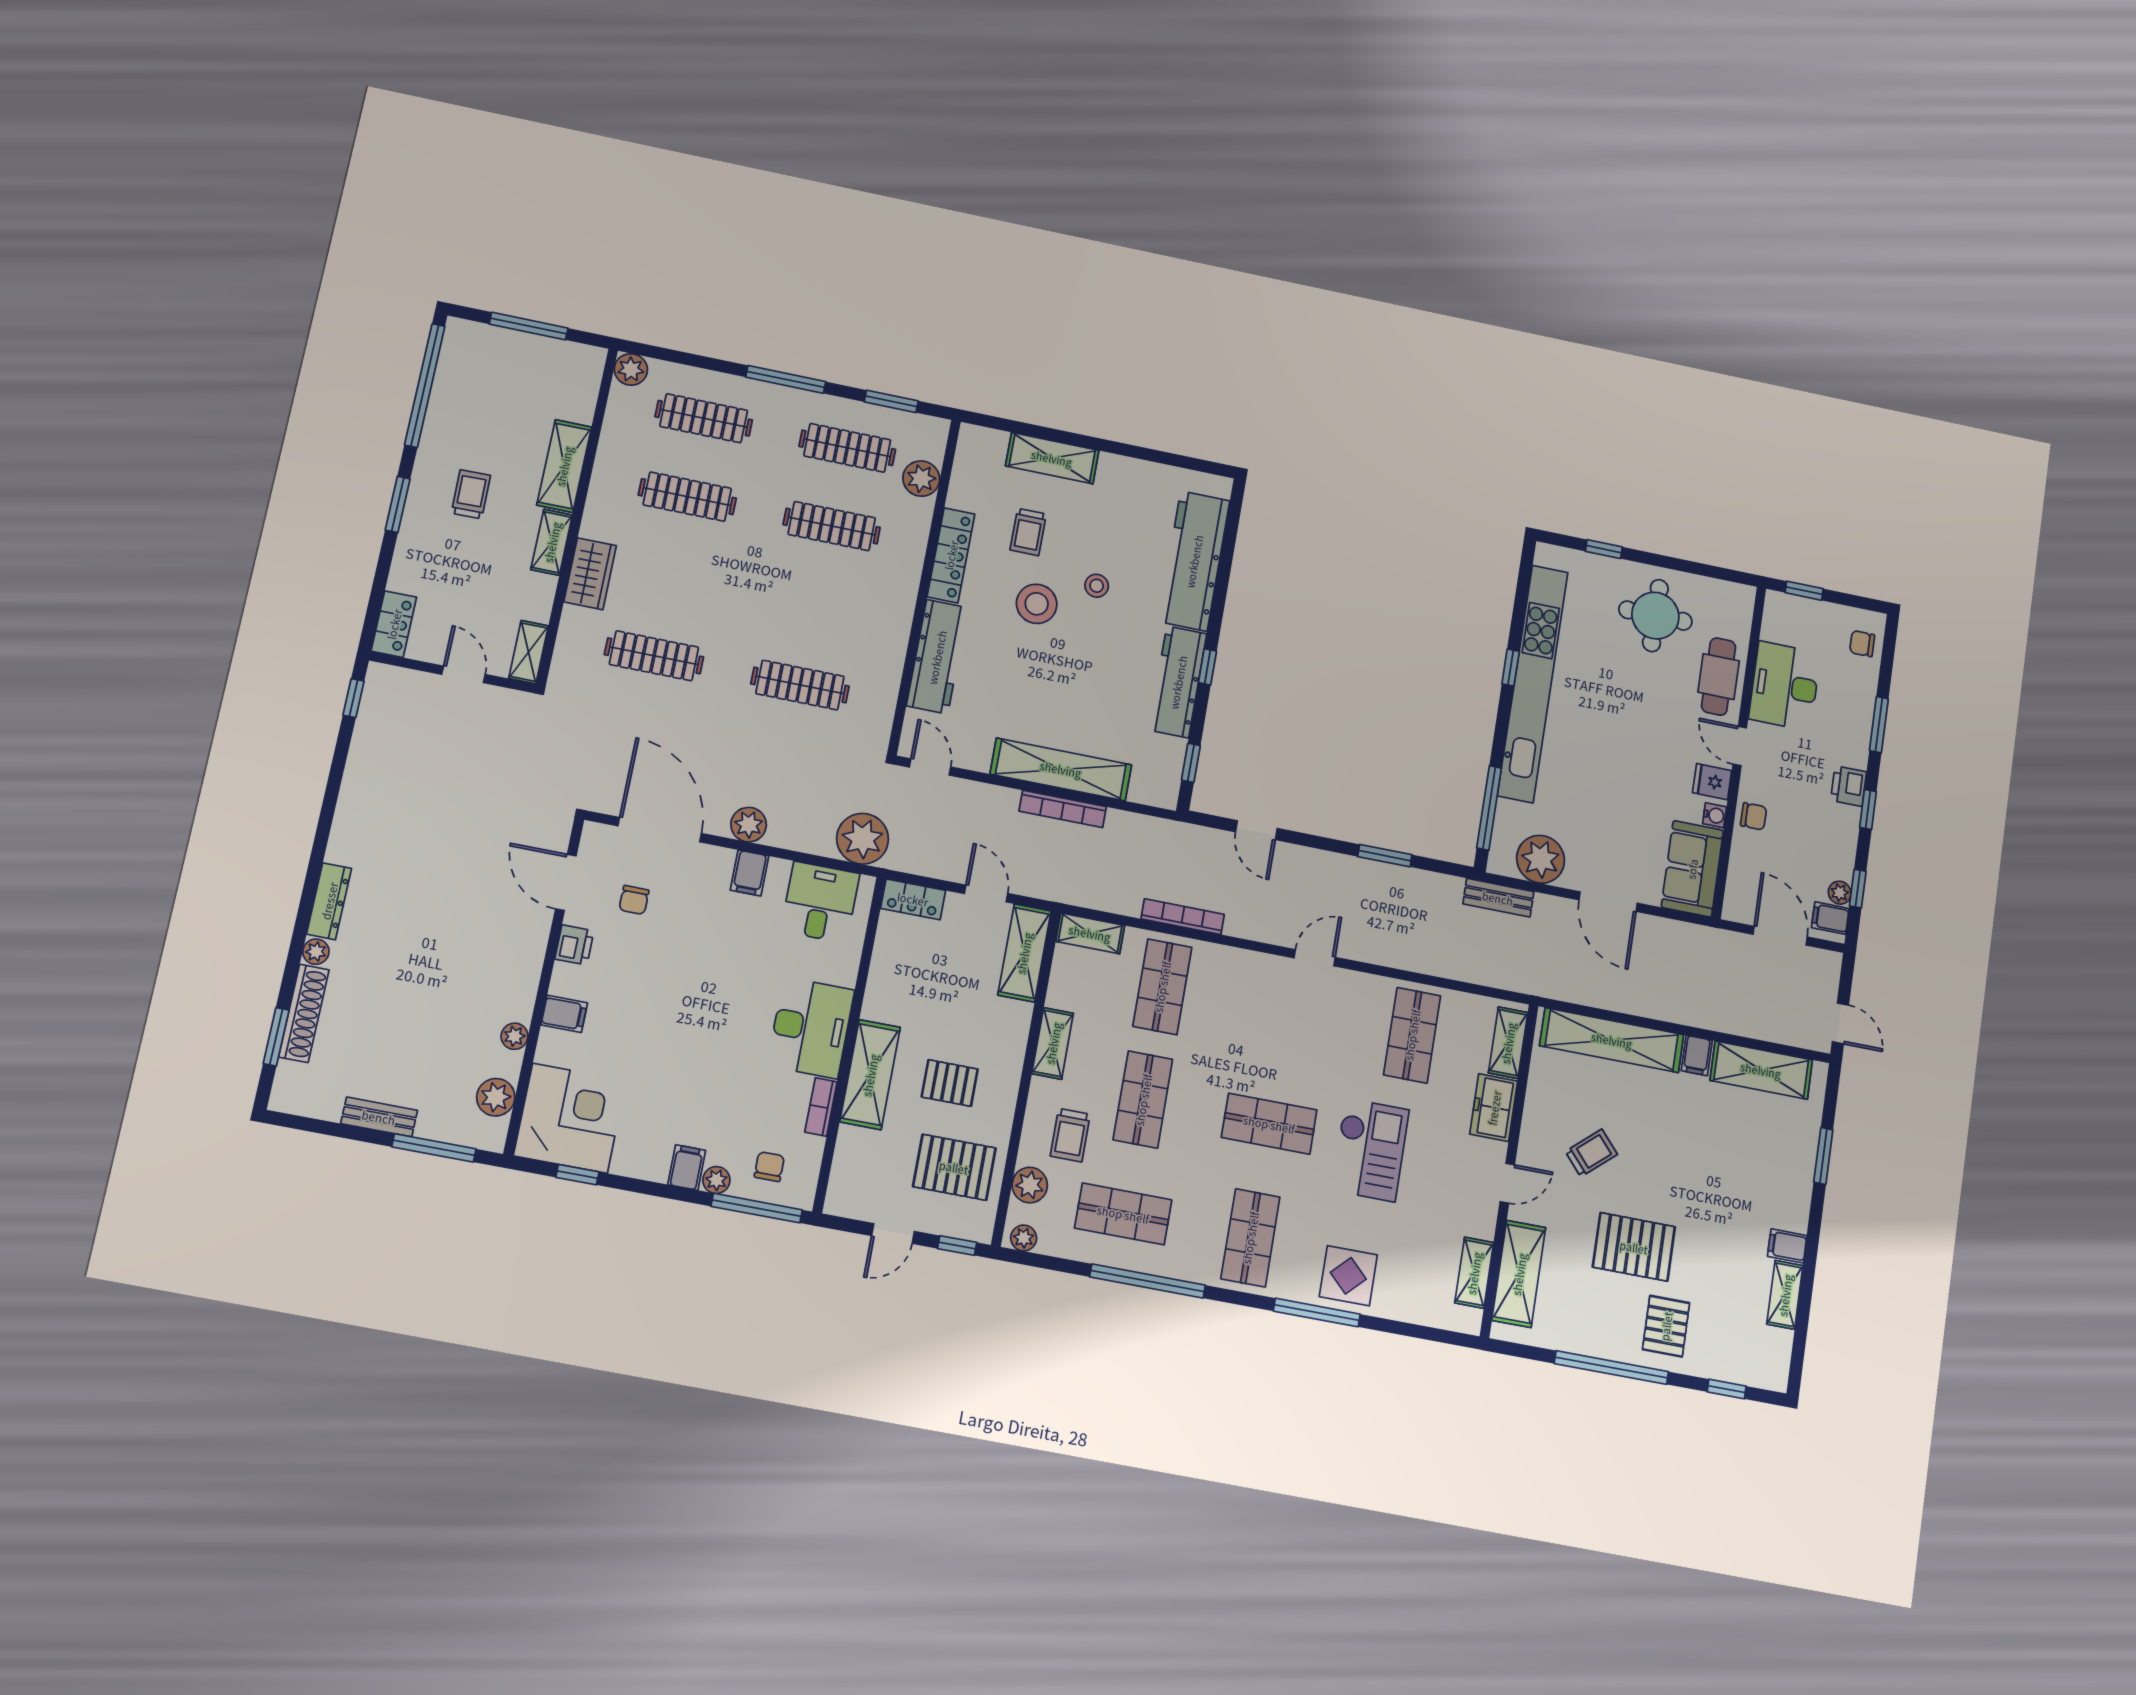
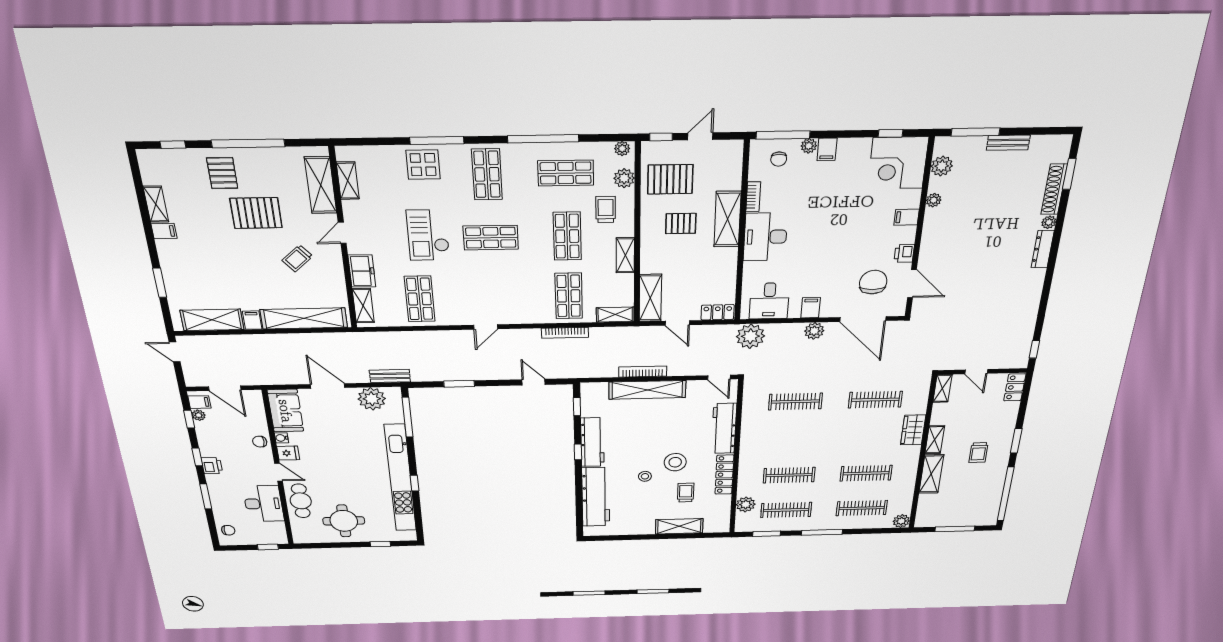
chair: (634, 900) -> (873, 282), width x1.87, depth x1.87

